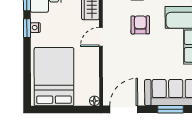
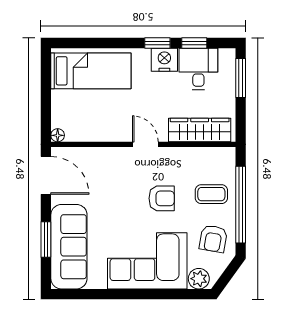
nightstand: (35, 28) -> (164, 60), width x1.89, depth x1.79
bed: (54, 77) -> (91, 71), width x0.67

